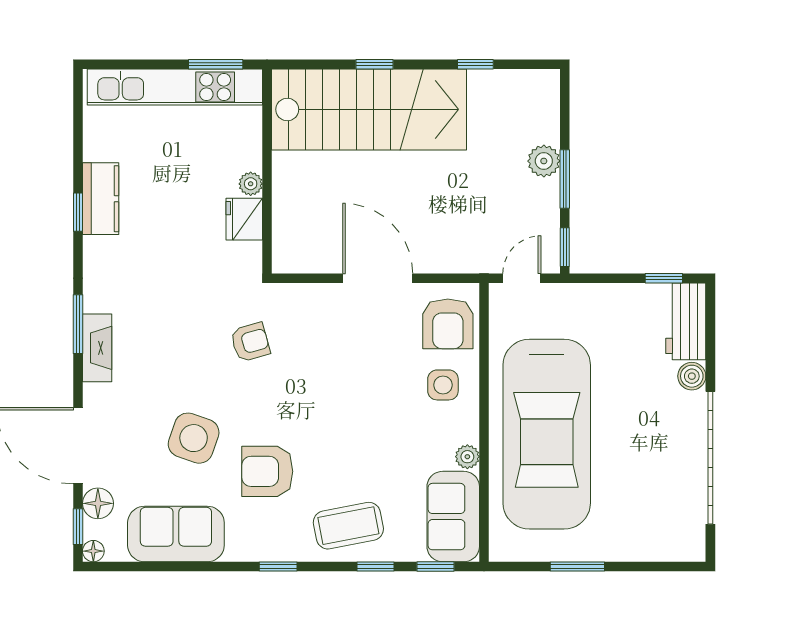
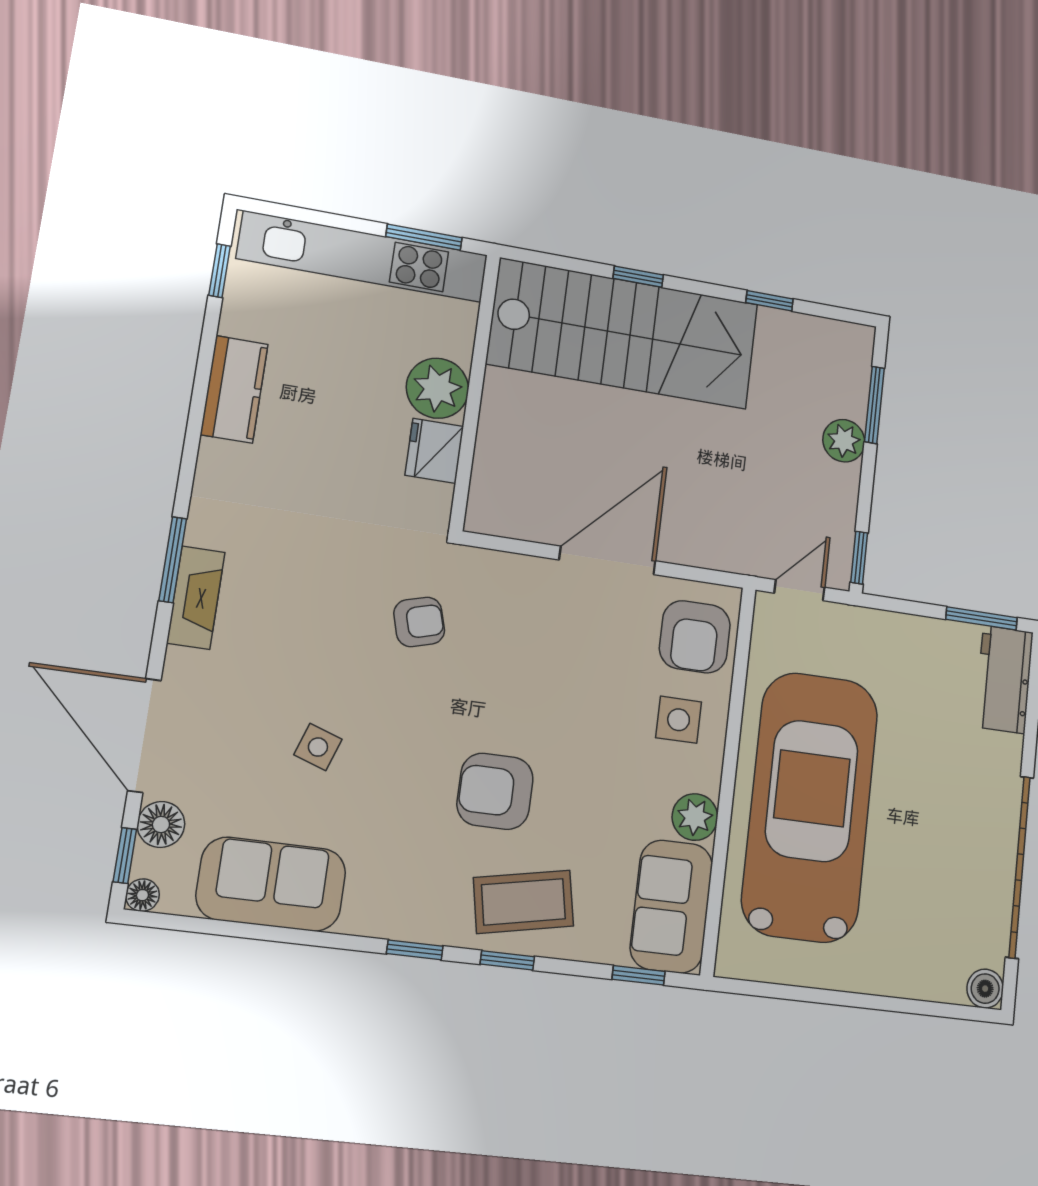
window: (565, 179) -> (874, 405), moved
plant: (251, 184) -> (437, 388), width x1.88, depth x1.88
window: (78, 212) -> (220, 271), moved
door: (378, 278) -> (607, 560), hinge flipped
window: (664, 278) -> (981, 618), width x1.50
boiler: (692, 376) -> (985, 989), moved
car: (547, 434) -> (810, 807), turned 180
side table: (194, 438) -> (318, 747), width x0.54, depth x0.54
plant: (467, 457) -> (695, 817), width x1.38, depth x1.38
armchair: (267, 471) -> (495, 791), moved
window: (375, 567) -> (507, 960), moved
window: (577, 567) -> (832, 997), removed

